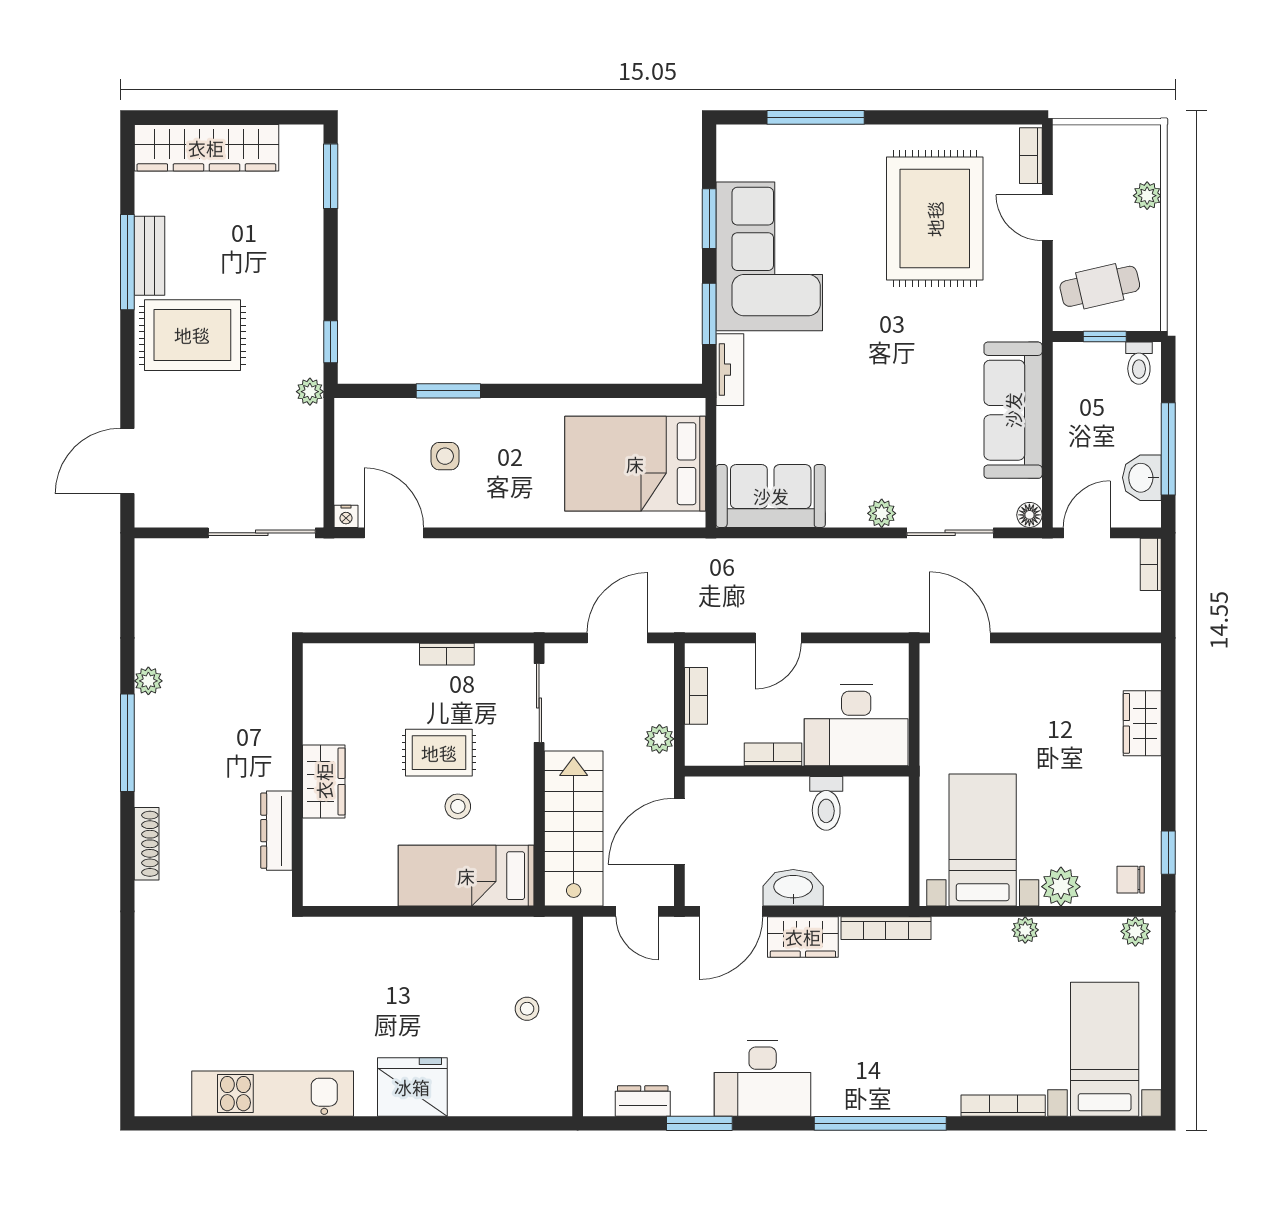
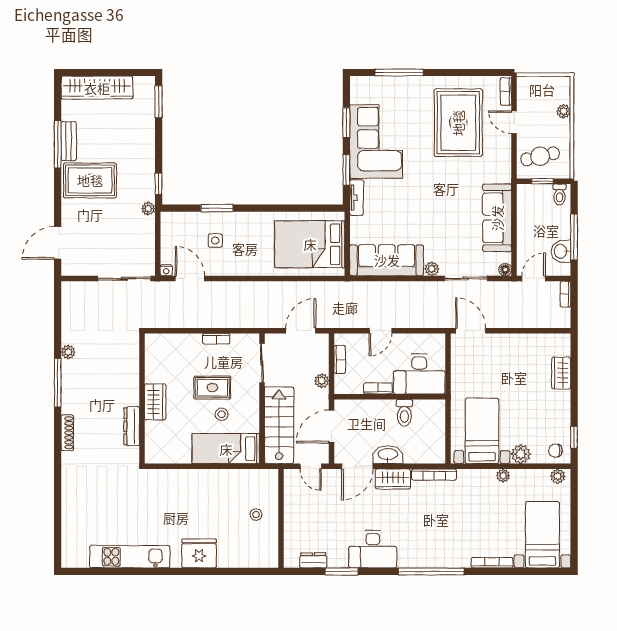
sofa: (771, 496) -> (387, 260), width x1.36

